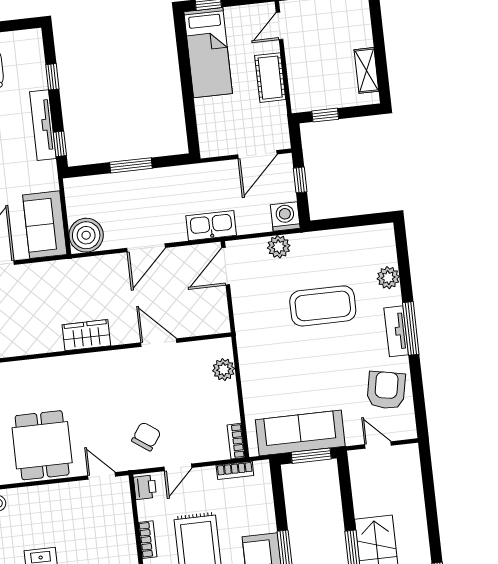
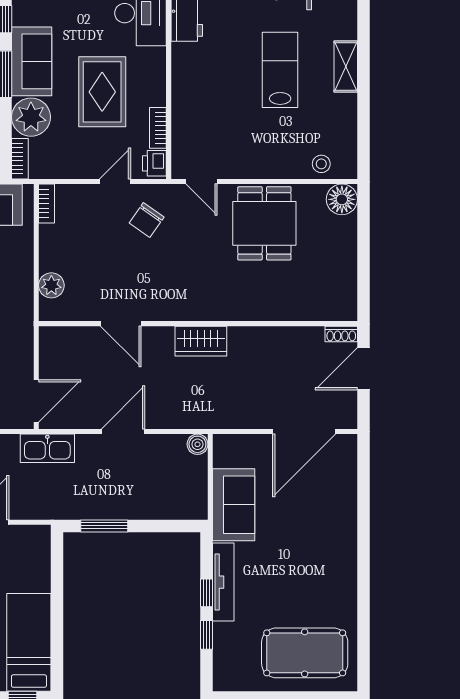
window: (60, 144) -> (207, 593), moved
window: (131, 165) -> (104, 526), moved
sofa: (45, 225) -> (234, 505), moved
boiler: (86, 235) -> (197, 444), width x0.54, depth x0.54
bookcase: (235, 470) -> (20, 159), moved, turned 90
plant: (258, 516) -> (31, 117), added
bookcase: (148, 540) -> (158, 128), moved

